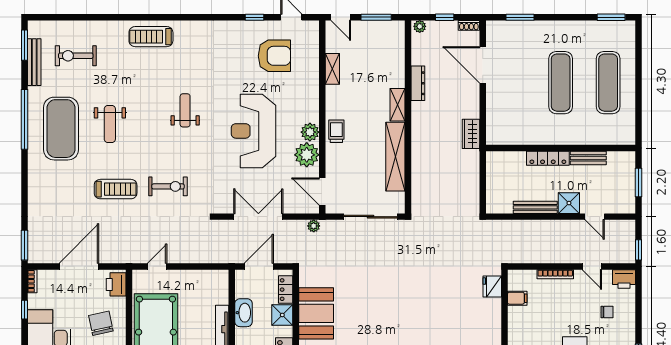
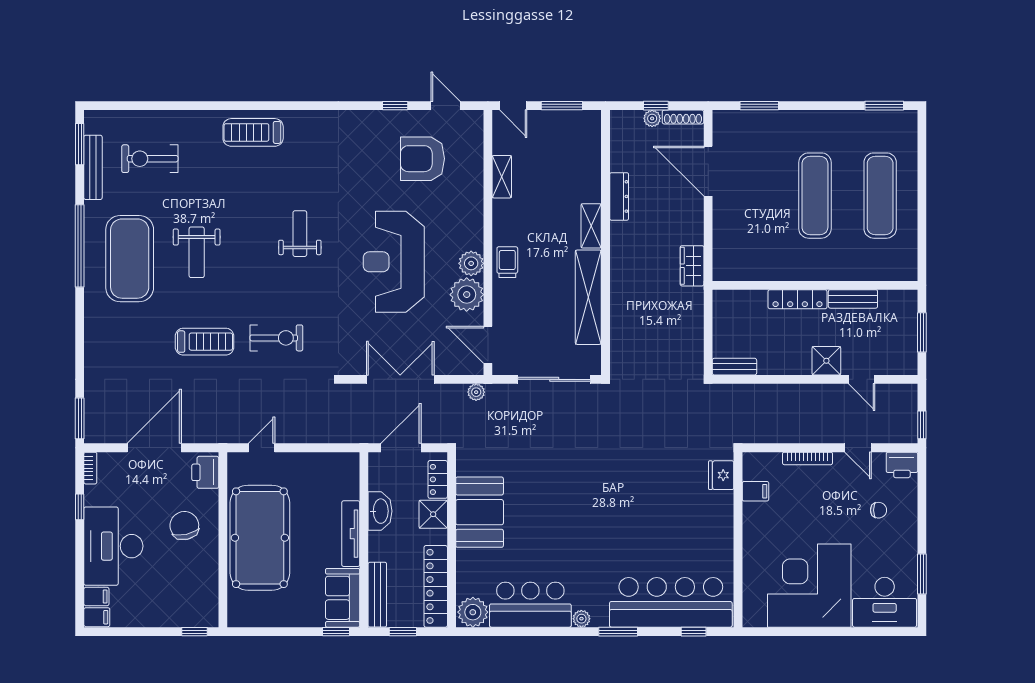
shoe rack: (469, 25) -> (683, 117), width x1.43
plant: (420, 26) -> (652, 118), moved
armchair: (274, 56) -> (422, 159), turned 180
bench: (535, 207) -> (734, 367), moved, width x0.73

